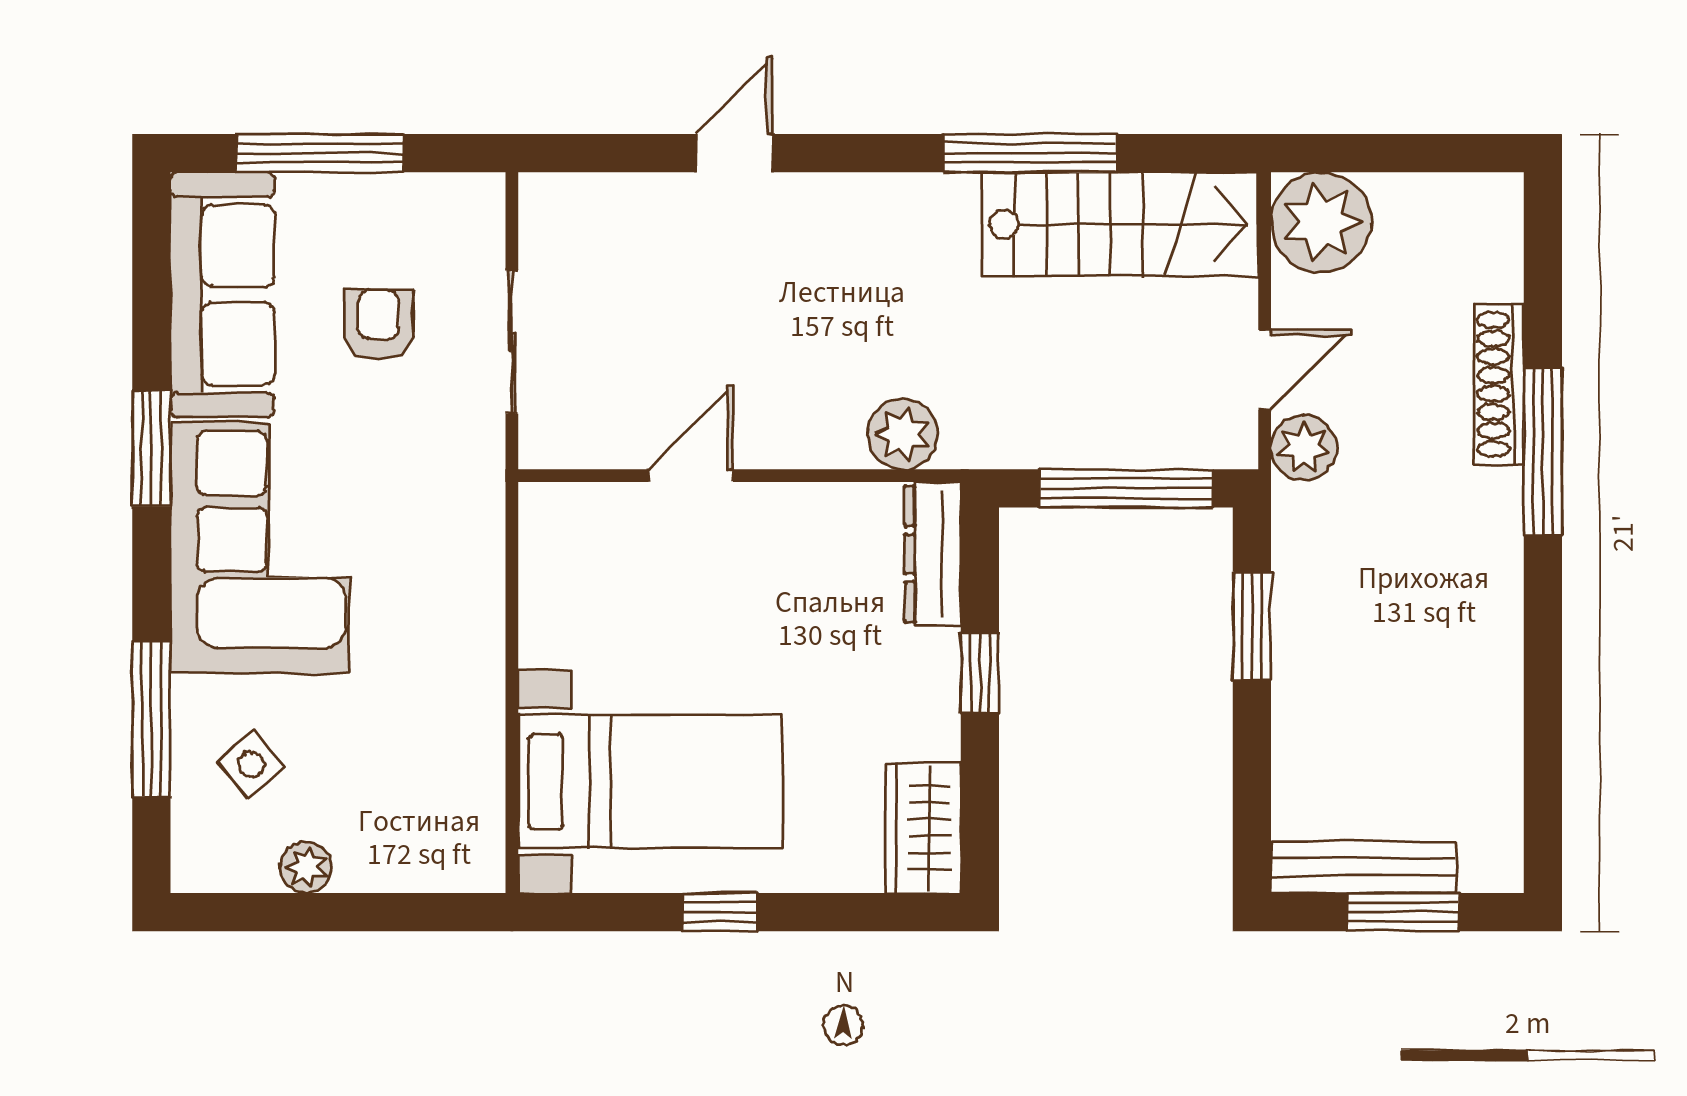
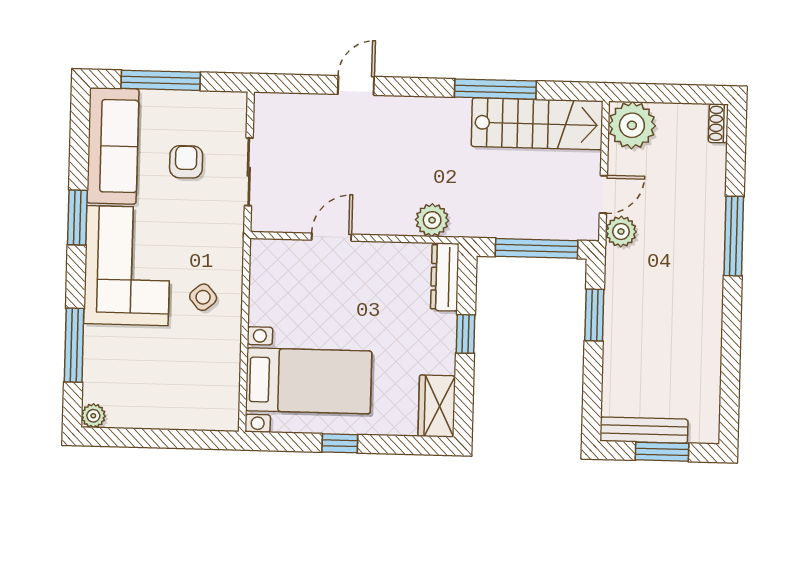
shoe rack: (1499, 384) -> (718, 123), moved, width x0.51, depth x0.81
side table: (251, 764) -> (203, 297), moved
plant: (306, 867) -> (93, 416), moved

